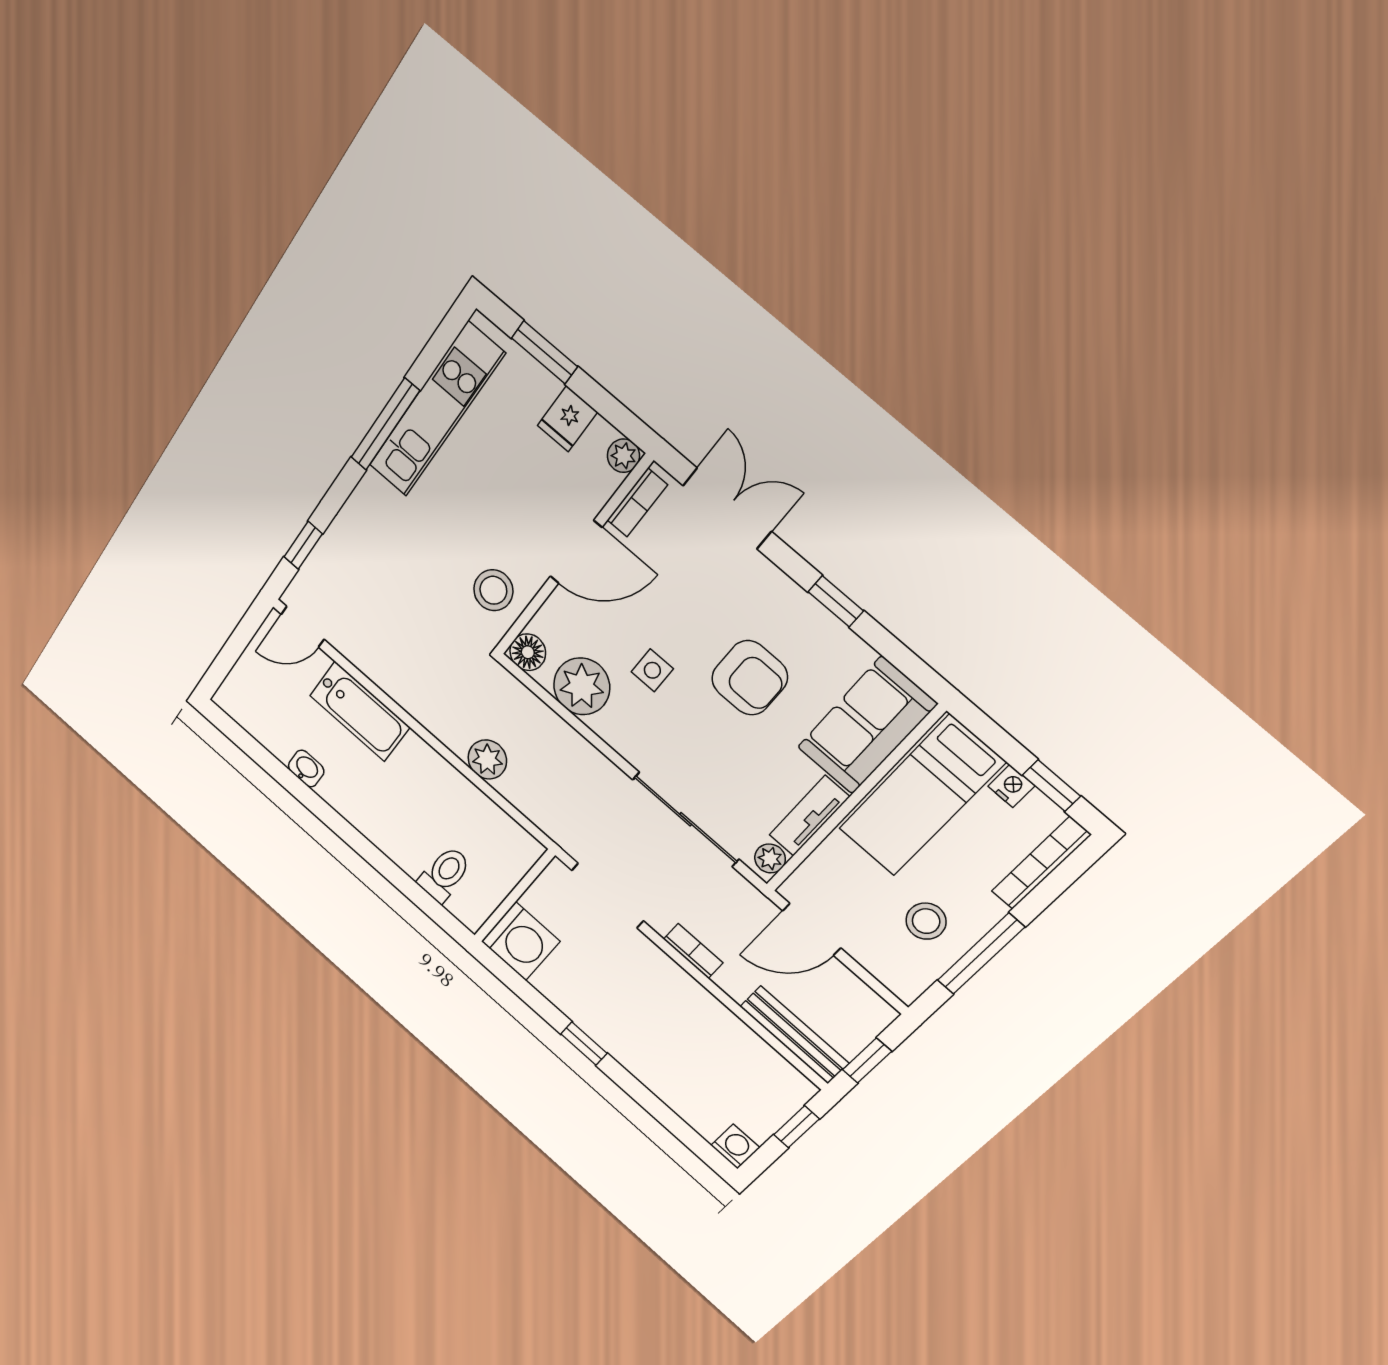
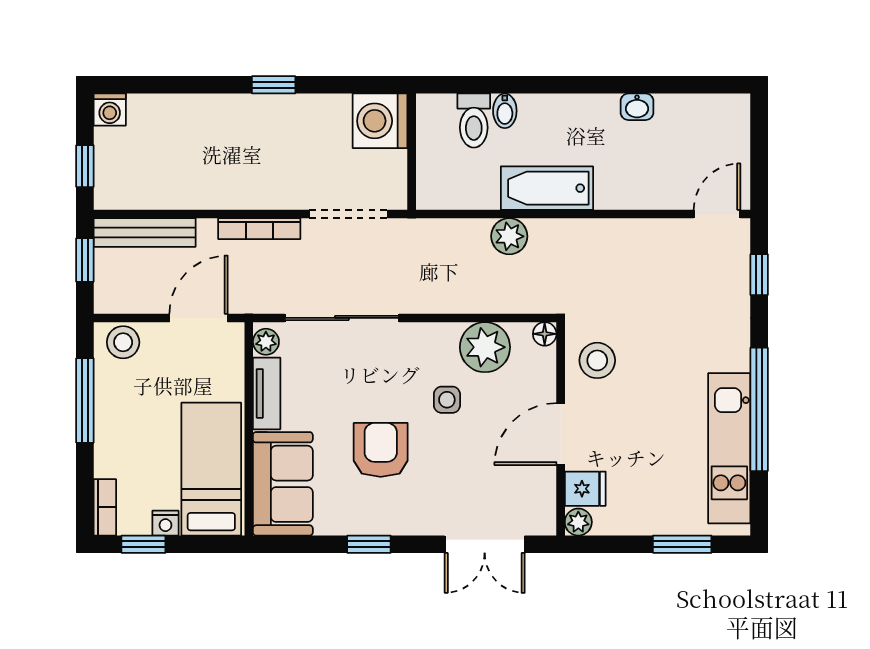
fridge: (567, 419) -> (585, 489), moved, turned 90
window: (385, 424) -> (759, 409), width x1.46
bookcase: (637, 503) -> (545, 500), removed
floor lamp: (528, 652) -> (545, 334), width x0.73, depth x0.73
armchair: (750, 678) -> (381, 450), turned 90
bathtub: (360, 711) -> (547, 188), moved
bidet: (414, 859) -> (505, 111), added
bookcase: (1041, 863) -> (105, 507), width x0.64
stool: (926, 921) -> (123, 342), moved
bookcase: (693, 951) -> (259, 229), width x1.56

